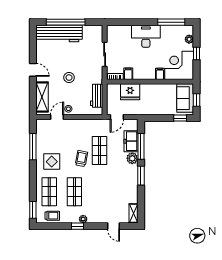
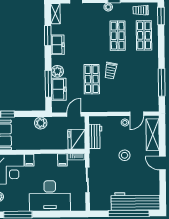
desk: (146, 36) -> (50, 196), width x1.36, depth x1.30
fridge: (130, 92) -> (76, 139), moved, turned -90
plant: (149, 109) -> (41, 123), added
display table: (52, 162) -> (142, 67), removed
window: (141, 176) -> (48, 35), moved
freezer: (132, 184) -> (58, 45), added

